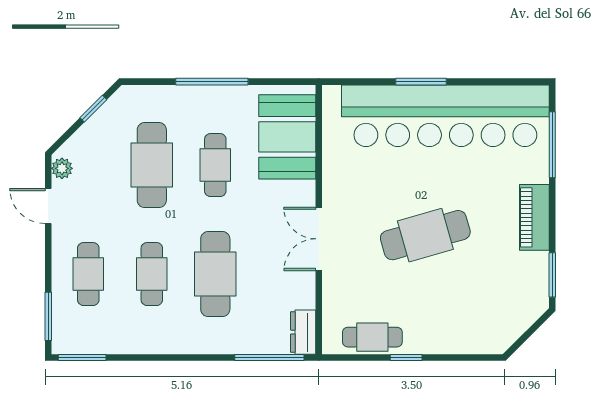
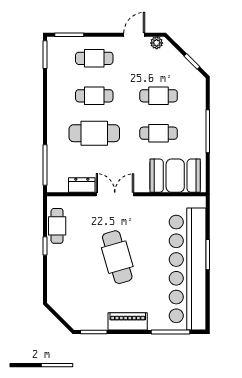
cafe table: (152, 165) -> (159, 96), width x0.73, depth x0.74
dresser: (303, 332) -> (82, 185), moved

